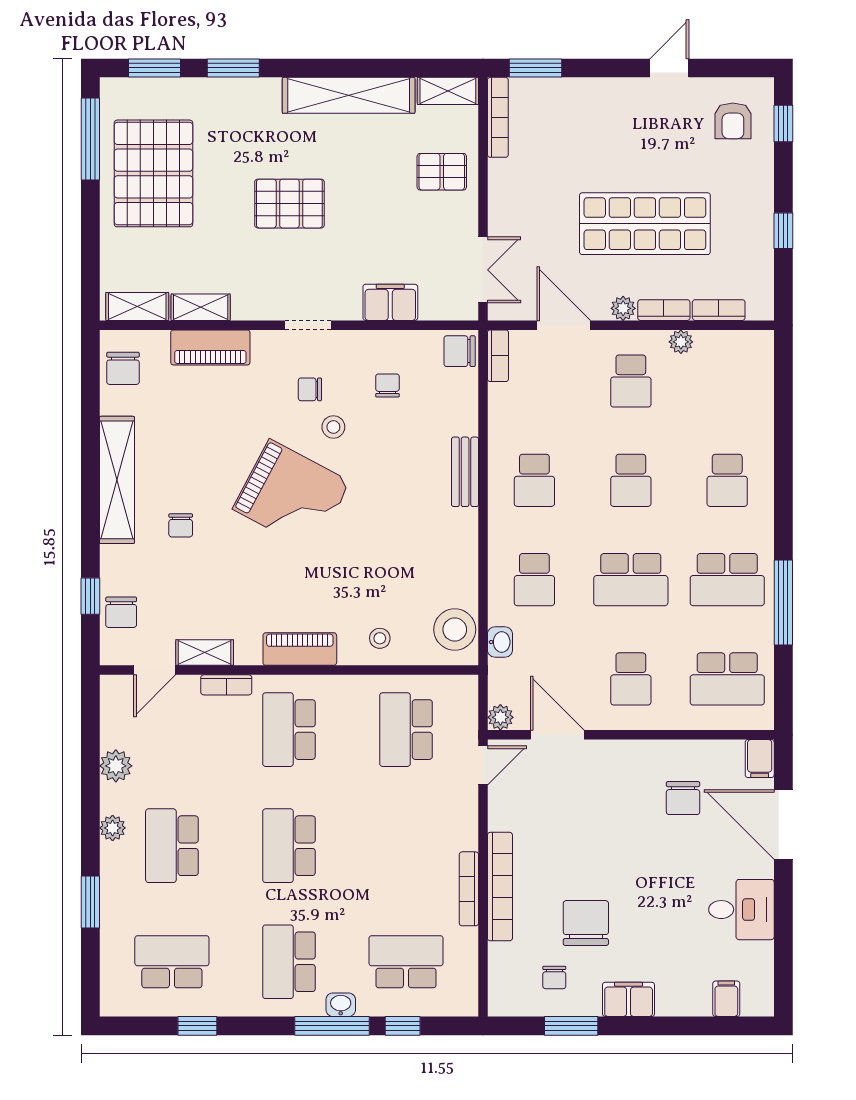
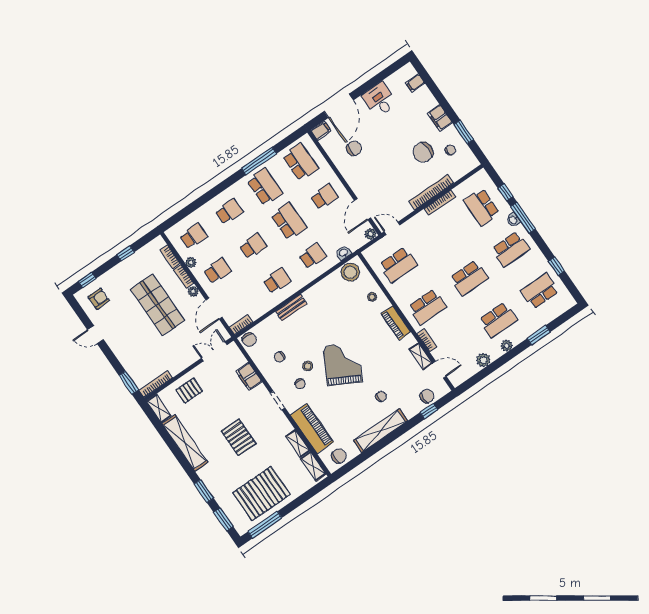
pallet: (442, 172) -> (189, 391), turned 90
piano: (210, 347) -> (312, 428), width x1.37, depth x1.33
school desk: (727, 381) -> (193, 236), added
school desk: (172, 962) -> (540, 291), turned 90

